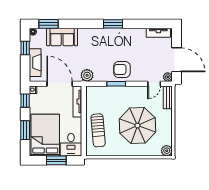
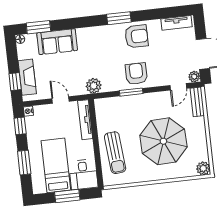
armchair: (125, 40) -> (136, 36), added
window: (25, 48) -> (15, 82), moved
armchair: (122, 69) -> (136, 74), turned 90
door: (60, 84) -> (61, 100), width x0.53
bed: (45, 135) -> (56, 165), width x0.67

